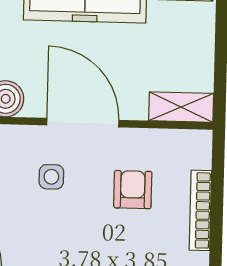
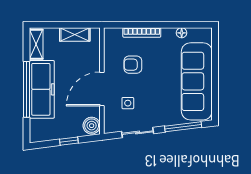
shelving: (181, 107) -> (75, 34), moved, turned 90

